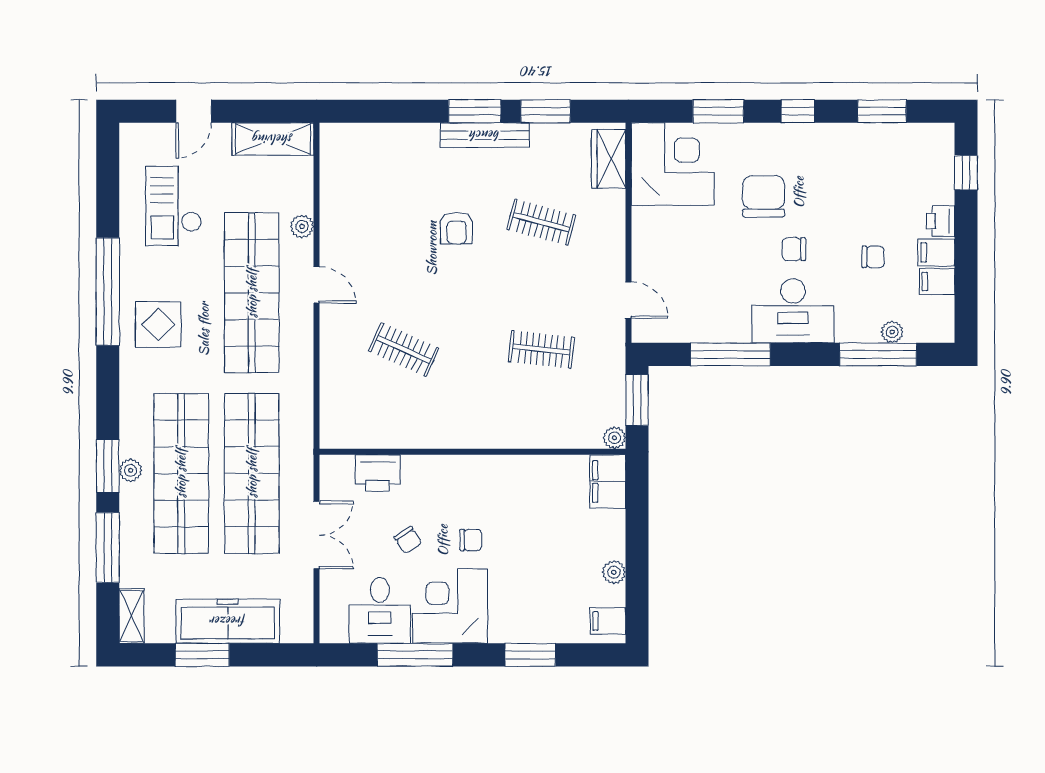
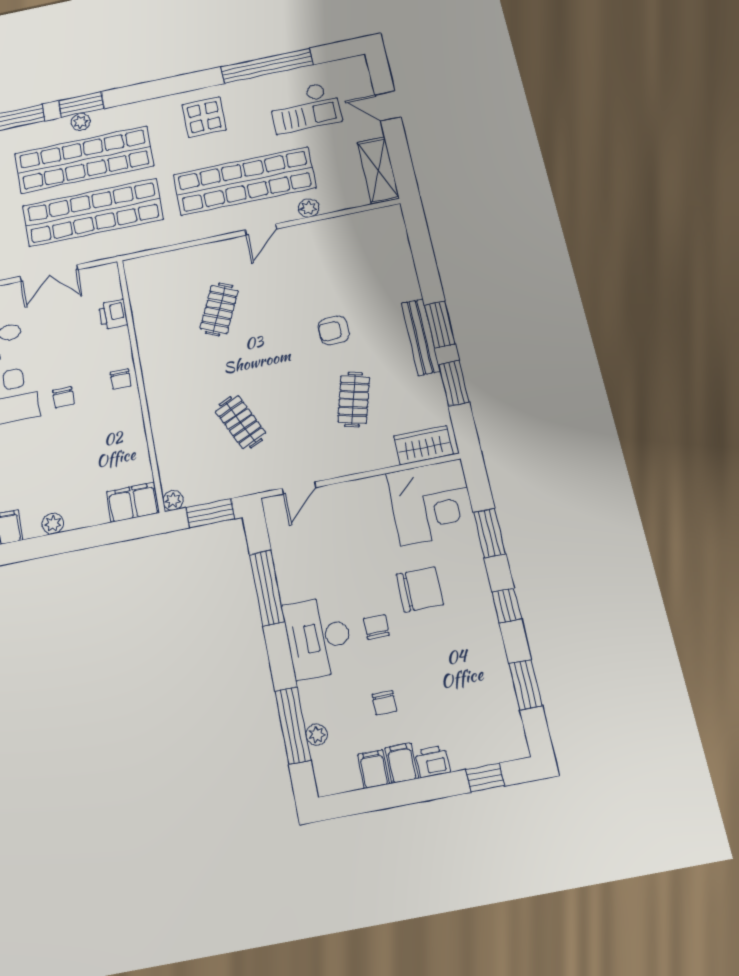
checkout: (173, 206) -> (305, 108), turned 180
window: (108, 292) -> (267, 66), moved
clothes rail: (541, 349) -> (240, 422), turned -30
printer: (378, 473) -> (113, 314), width x0.73, depth x0.81
chair: (408, 540) -> (121, 379), moved, turned -57

